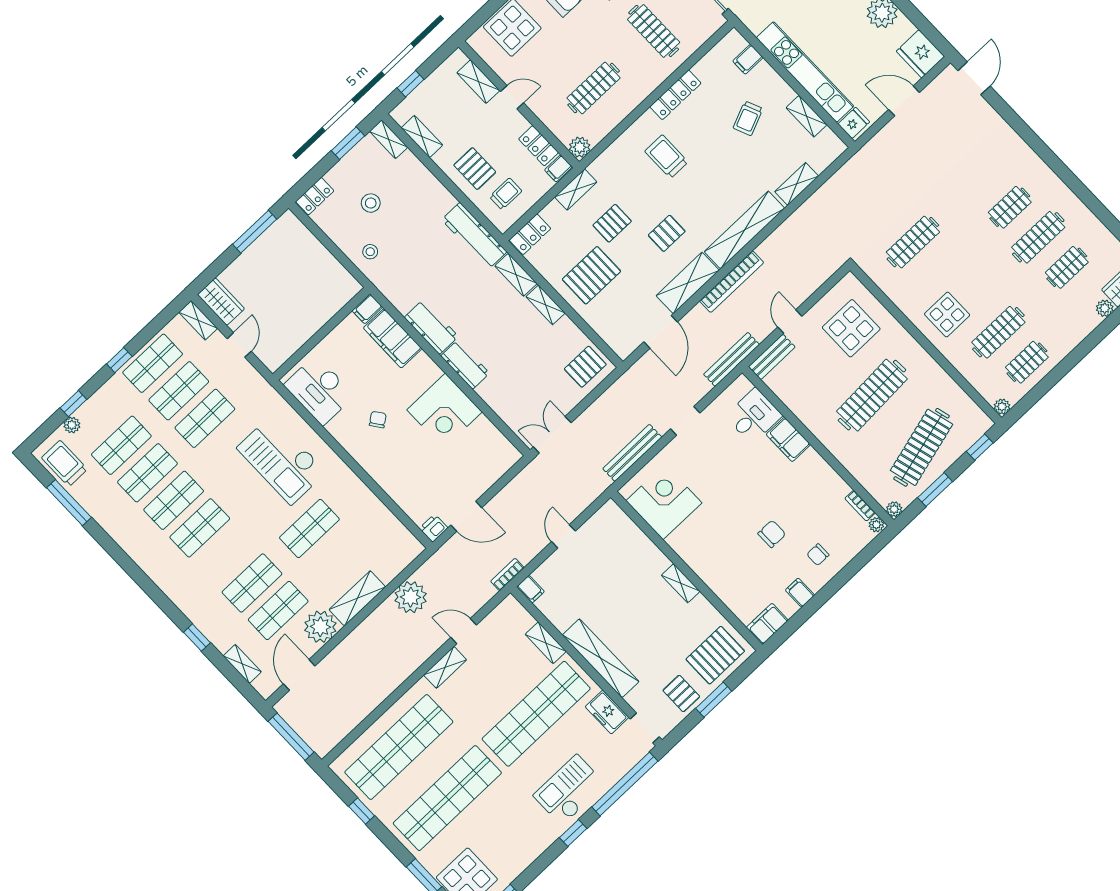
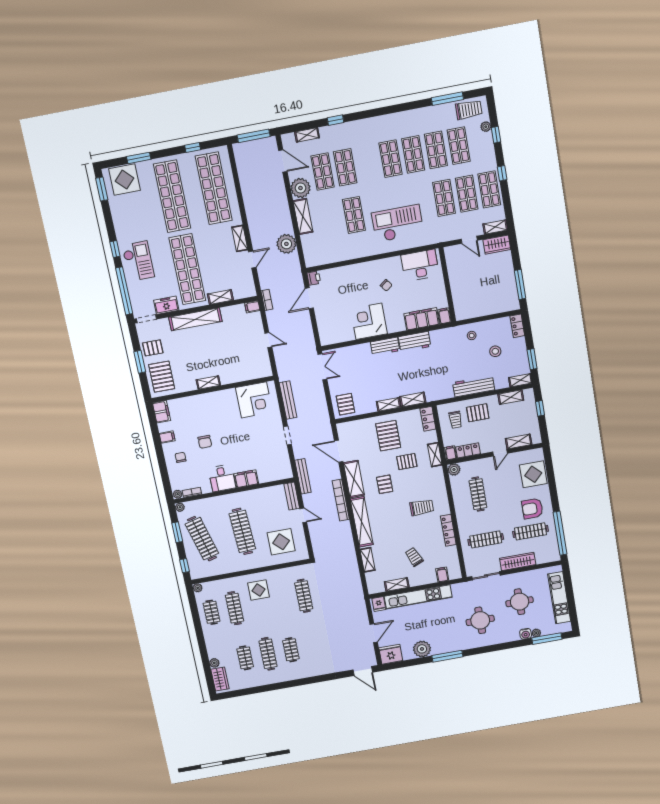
pallet: (612, 223) -> (407, 462), turned 90
workbench: (474, 236) -> (474, 386), moved
desk: (754, 416) -> (222, 478), moved

